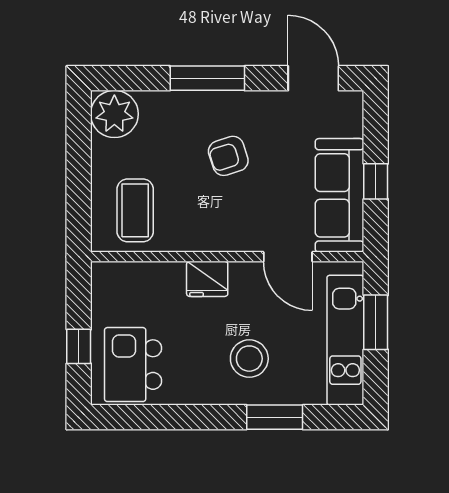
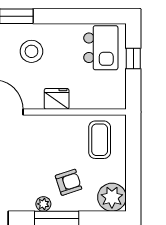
plant: (229, 103) -> (43, 204), added
armchair: (228, 156) -> (69, 182), moved

